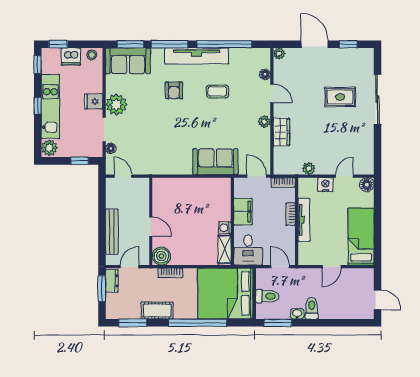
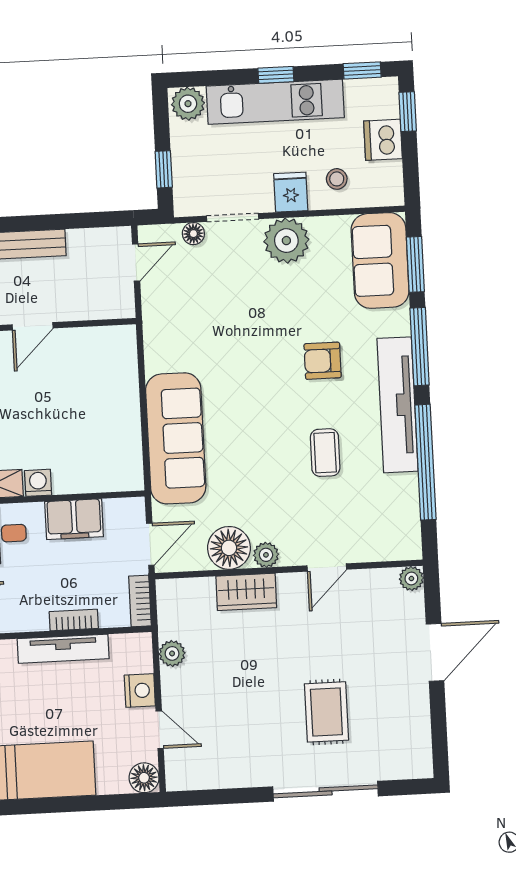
window: (348, 44) -> (439, 723), removed
stool: (92, 55) -> (337, 179), moved
floor lamp: (265, 74) -> (229, 548), moved, width x1.89, depth x1.89
sofa: (215, 162) -> (176, 438), width x1.36

